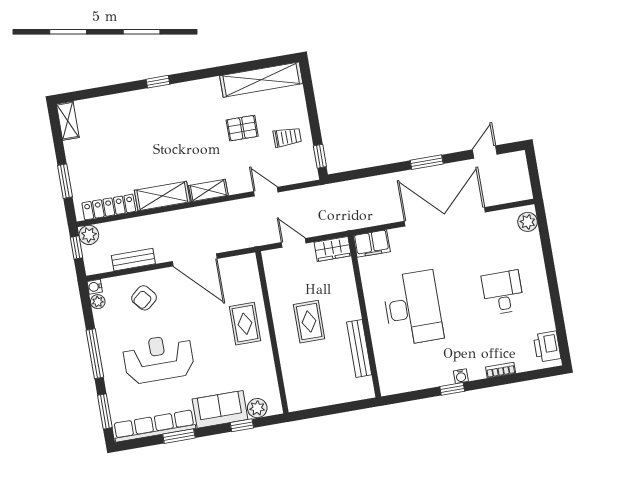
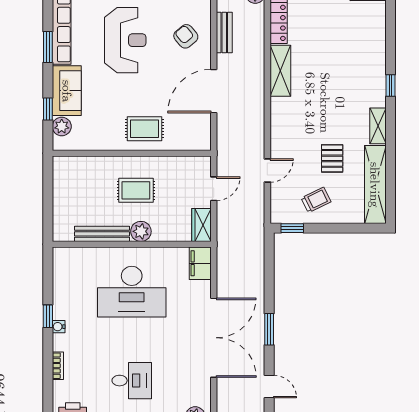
trolley: (287, 137) -> (316, 200), turned -116
shelving: (208, 190) -> (378, 126), moved
plant: (350, 309) -> (141, 231), added

